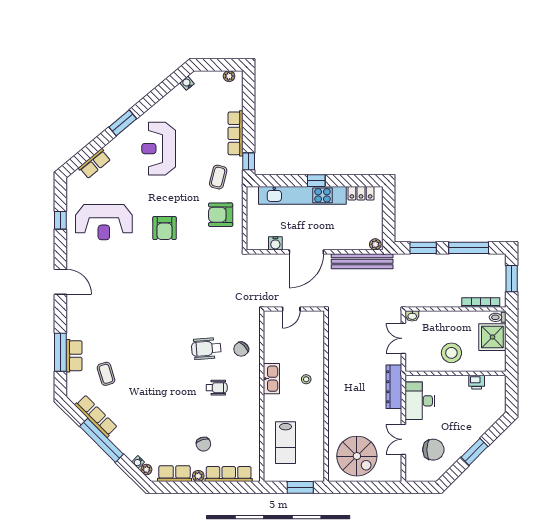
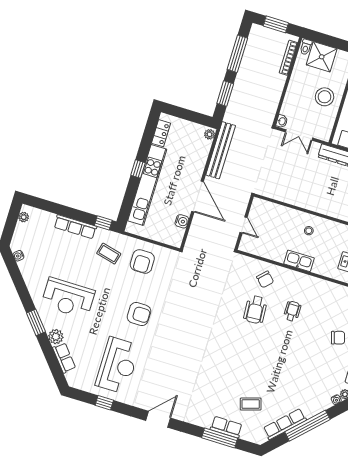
plant: (114, 148) -> (56, 337), added

